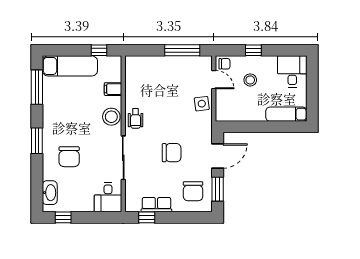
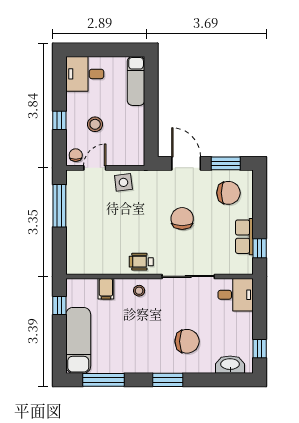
stool: (111, 117) -> (139, 291), width x0.53, depth x0.53
wheelchair: (136, 119) -> (141, 262), turned 180

